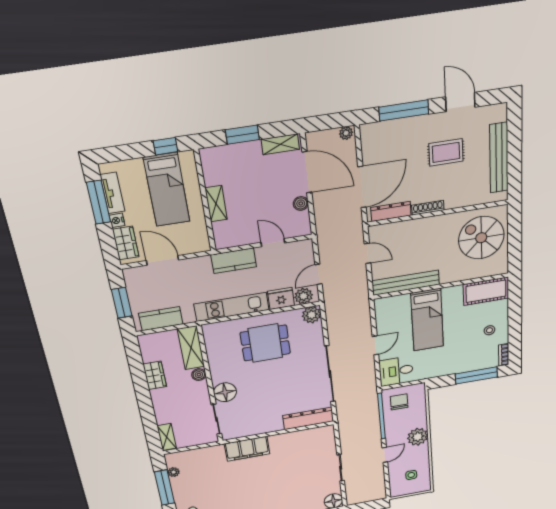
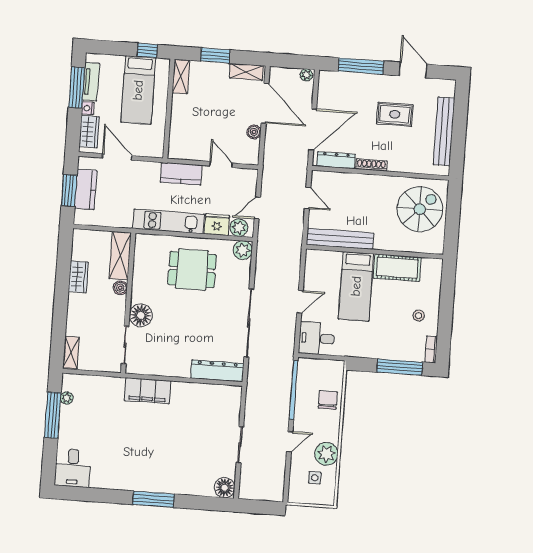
shelving: (216, 204) -> (181, 76), moved
spiral stairs: (481, 238) -> (420, 209), turned 90
cot: (486, 291) -> (397, 268), moved
kitchen counter: (161, 319) -> (86, 189), moved, turned 90
chair: (399, 402) -> (328, 400), moved
plant: (418, 437) -> (326, 454), moved

